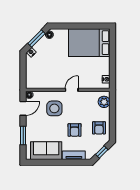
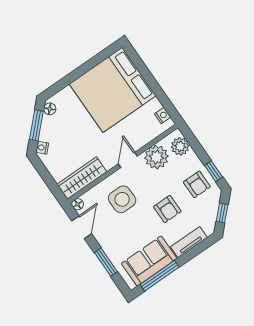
bed: (89, 43) -> (113, 90), width x1.36
wardrobe: (41, 83) -> (82, 178), added
plant: (88, 99) -> (156, 157), added
window: (113, 127) -> (214, 171), added
window: (46, 162) -> (160, 276), added

